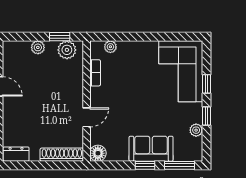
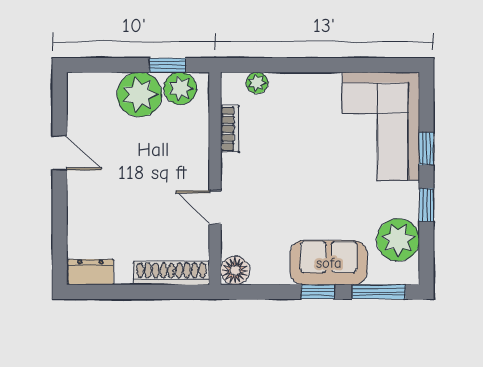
plant: (38, 47) -> (139, 94), width x1.87, depth x1.87
door: (87, 117) -> (215, 207), swing flipped
plant: (196, 130) -> (398, 240), width x1.88, depth x1.88

